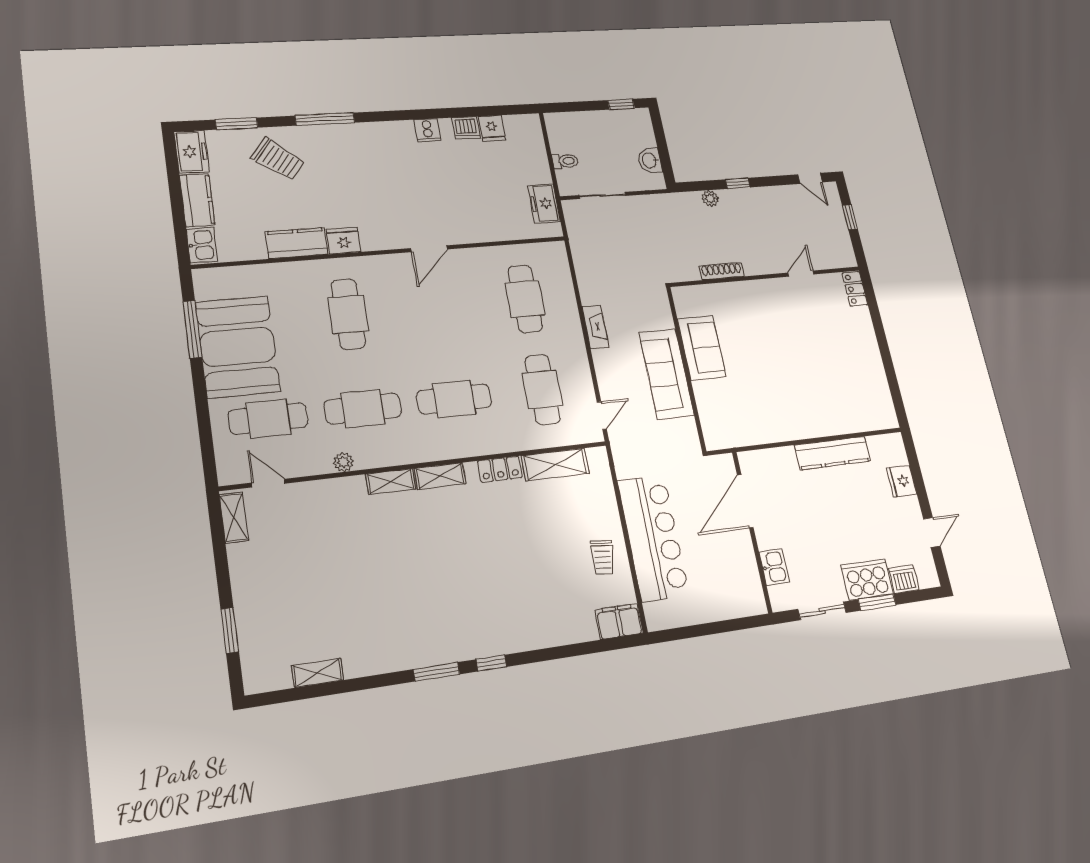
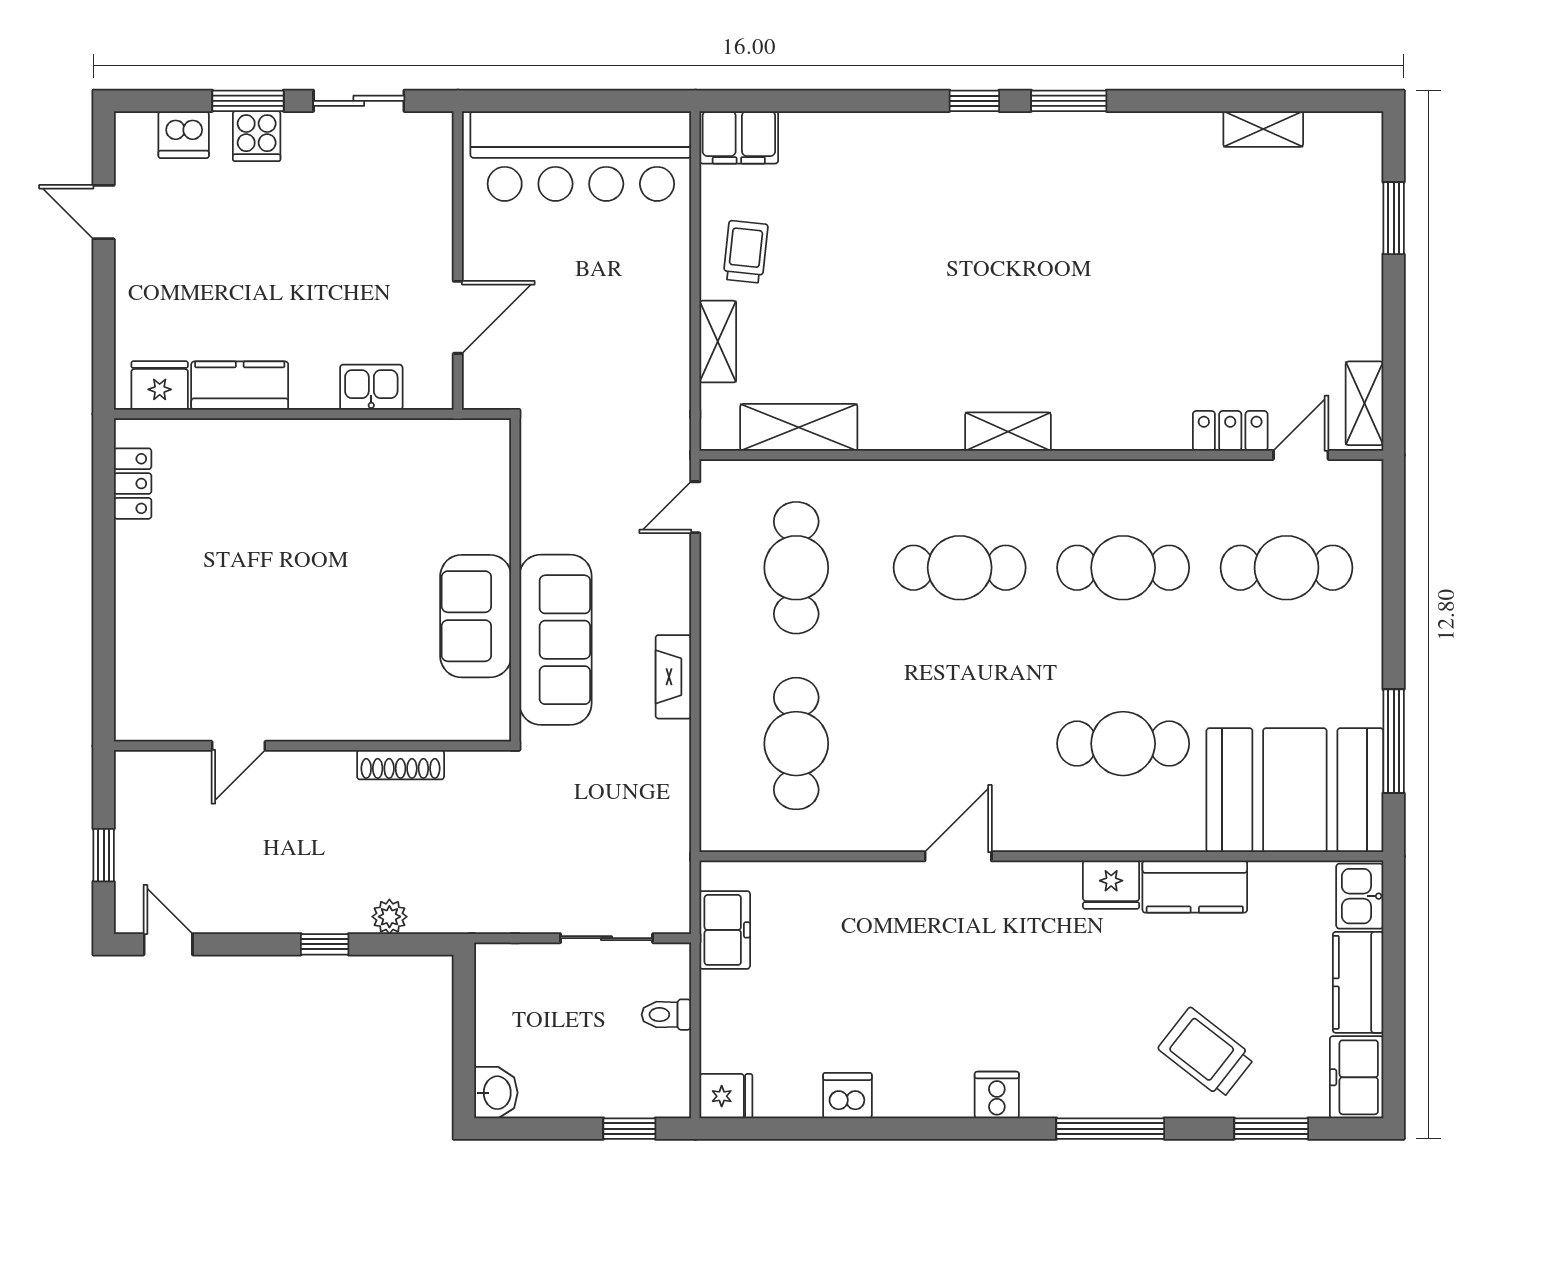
window: (621, 104) -> (629, 1129), moved
fridge: (492, 128) -> (726, 1096), moved, turned 90
cooker: (427, 130) -> (997, 1095), moved
washbasin: (650, 160) -> (496, 1093), moved
locker: (855, 289) -> (133, 484), moved
cafe table: (348, 314) -> (1123, 744), turned 90
booth: (238, 347) -> (1295, 790), moved, turned 90
sofa: (667, 374) -> (555, 640), moved
kitchen counter: (832, 453) -> (240, 386), width x0.67
plant: (343, 462) -> (1170, 476), removed
locker: (500, 469) -> (1230, 431), moved
fridge: (902, 481) -> (160, 386), moved, turned -90
shelving: (391, 482) -> (718, 342), moved, turned 90
door: (268, 483) -> (1301, 455), swing flipped
door: (745, 501) -> (458, 317), width x0.73
door: (932, 532) -> (104, 212), hinge flipped
bar counter: (653, 538) -> (581, 156), moved, turned -90
kitchen sink: (774, 567) -> (371, 387), moved, turned 90
cooker: (867, 580) -> (257, 136), width x0.53, depth x0.76

